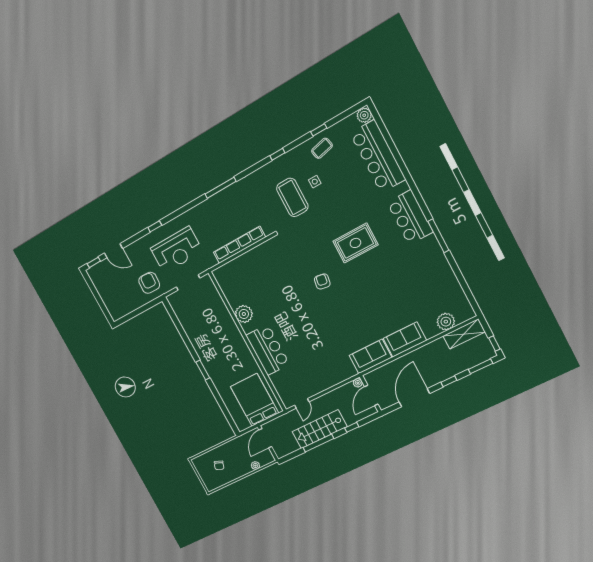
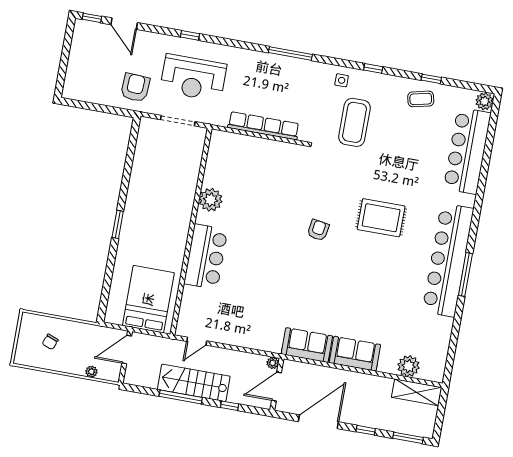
side table: (315, 182) -> (342, 80), moved
bar counter: (410, 217) -> (448, 260), width x1.86
window: (494, 343) -> (439, 424), removed

